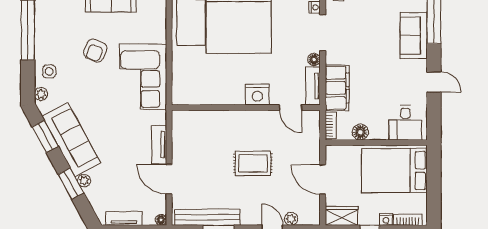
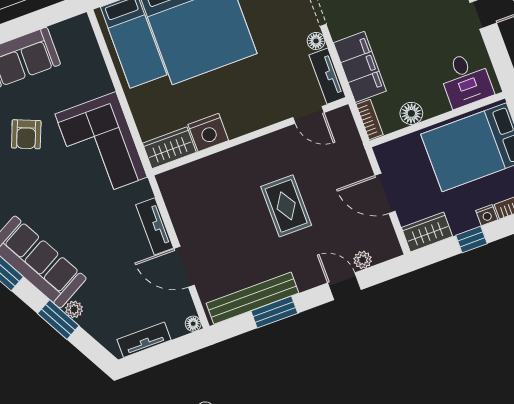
wardrobe: (189, 95) -> (169, 148), added
nightstand: (257, 95) -> (208, 132), moved
rug: (253, 163) -> (286, 206), turned 90

